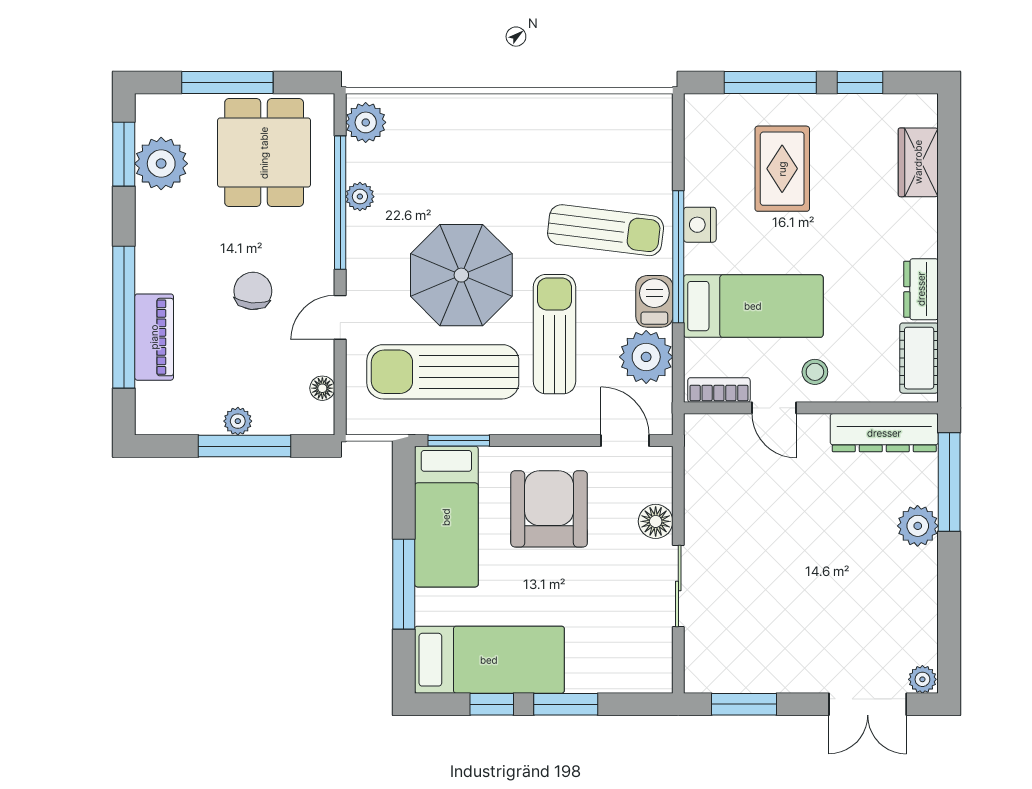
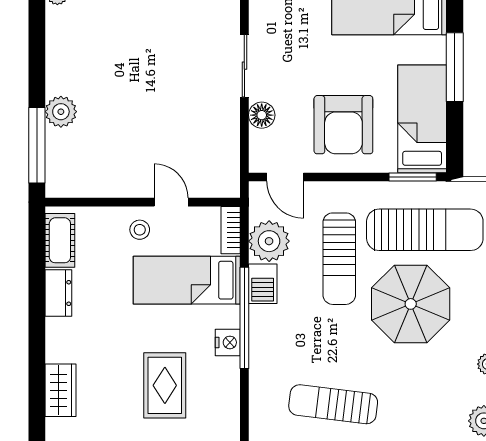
sun lounger: (606, 230) -> (333, 404), moved
bookcase: (719, 390) -> (231, 230), moved, turned 90
dresser: (884, 433) -> (87, 183), removed

